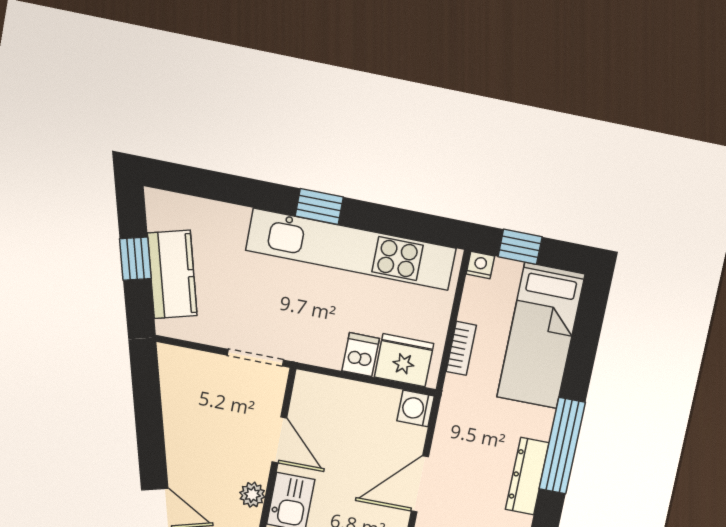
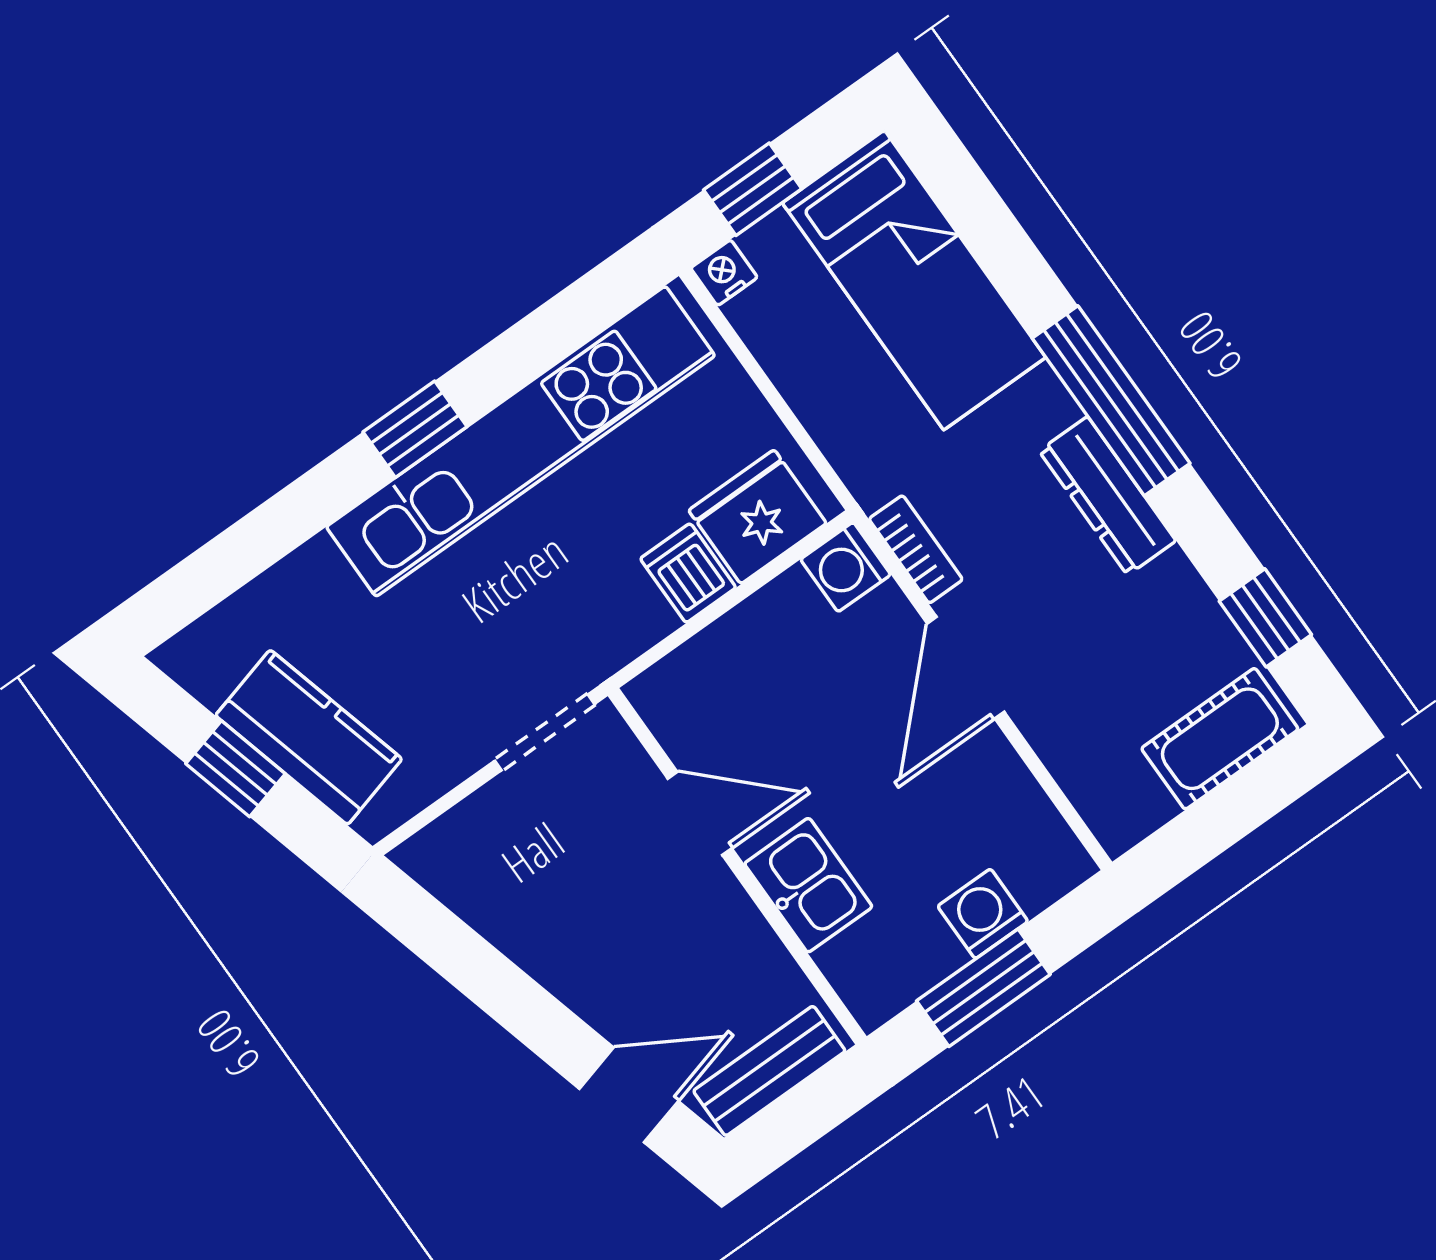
bookcase: (461, 348) -> (916, 549), moved
plant: (252, 495) -> (743, 932), removed

